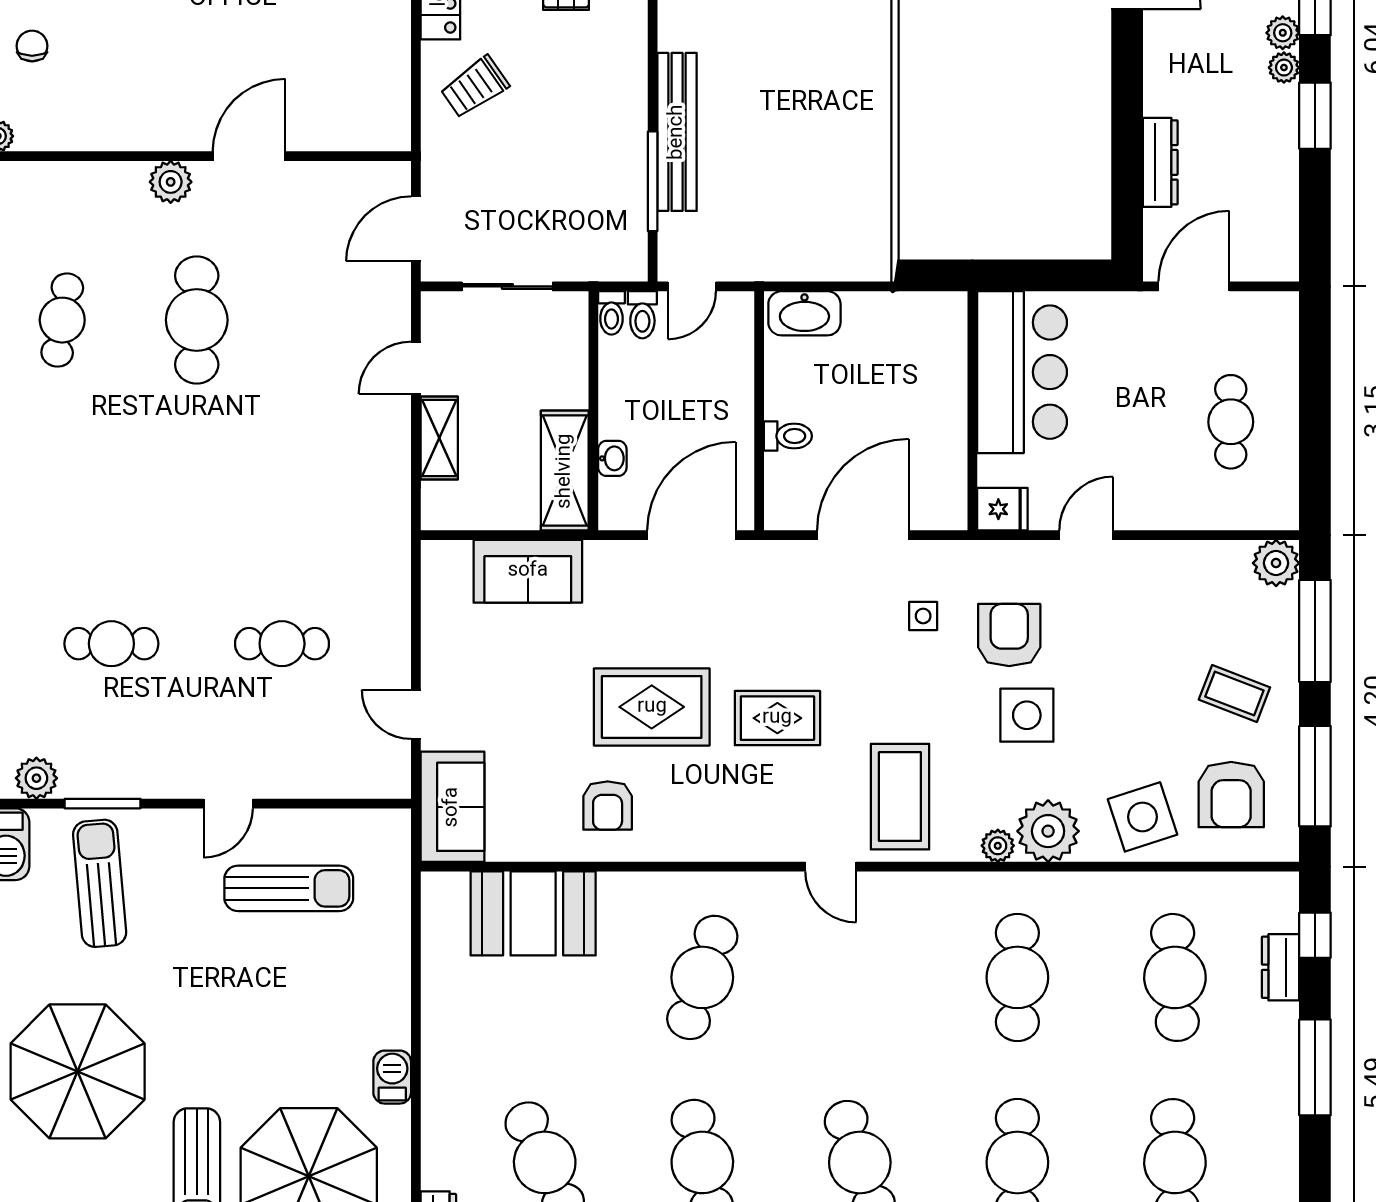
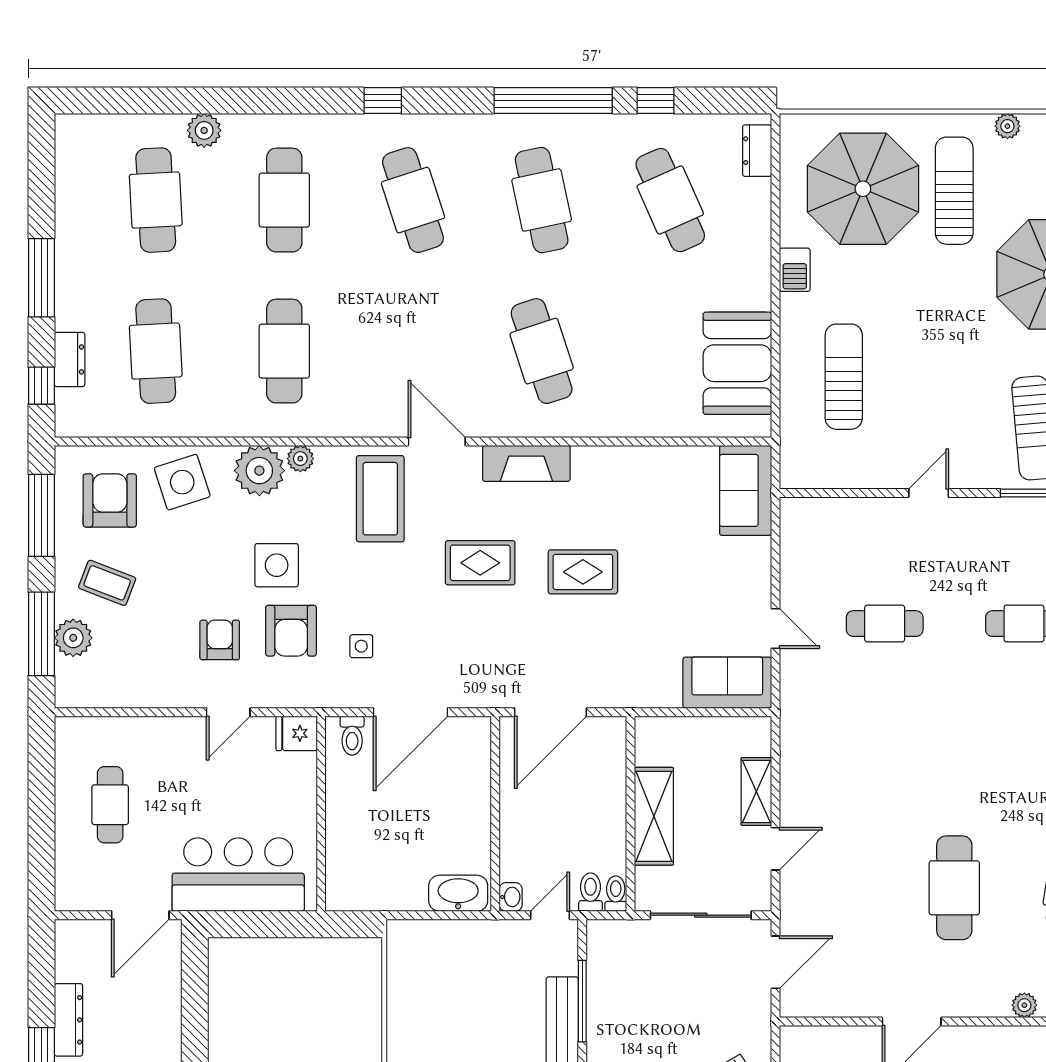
dresser: (1160, 162) -> (69, 1020), moved, turned 180
plant: (171, 182) -> (1024, 1005), moved, width x0.73, depth x0.73
sliding door: (507, 286) -> (701, 915), width x1.37
bar counter: (1022, 372) -> (238, 875), moved, turned 90
toilet: (788, 436) -> (352, 736), moved, turned -90
washbasin: (612, 458) -> (511, 897), moved, turned 180
shelving: (565, 471) -> (654, 816), moved
plant: (1276, 563) -> (73, 638), moved
sofa: (528, 571) -> (727, 683), moved
rug: (652, 707) -> (583, 572), width x0.73, depth x0.70
door: (416, 714) -> (775, 629), moved
armchair: (608, 806) -> (220, 640), moved
fireplace: (721, 840) -> (526, 463), added
door: (831, 867) -> (437, 442), width x1.37
sun lounger: (289, 888) -> (844, 377), moved, turned 90
booth: (533, 913) -> (737, 363), moved, turned 90
cafe table: (702, 977) -> (542, 351), turned -36

